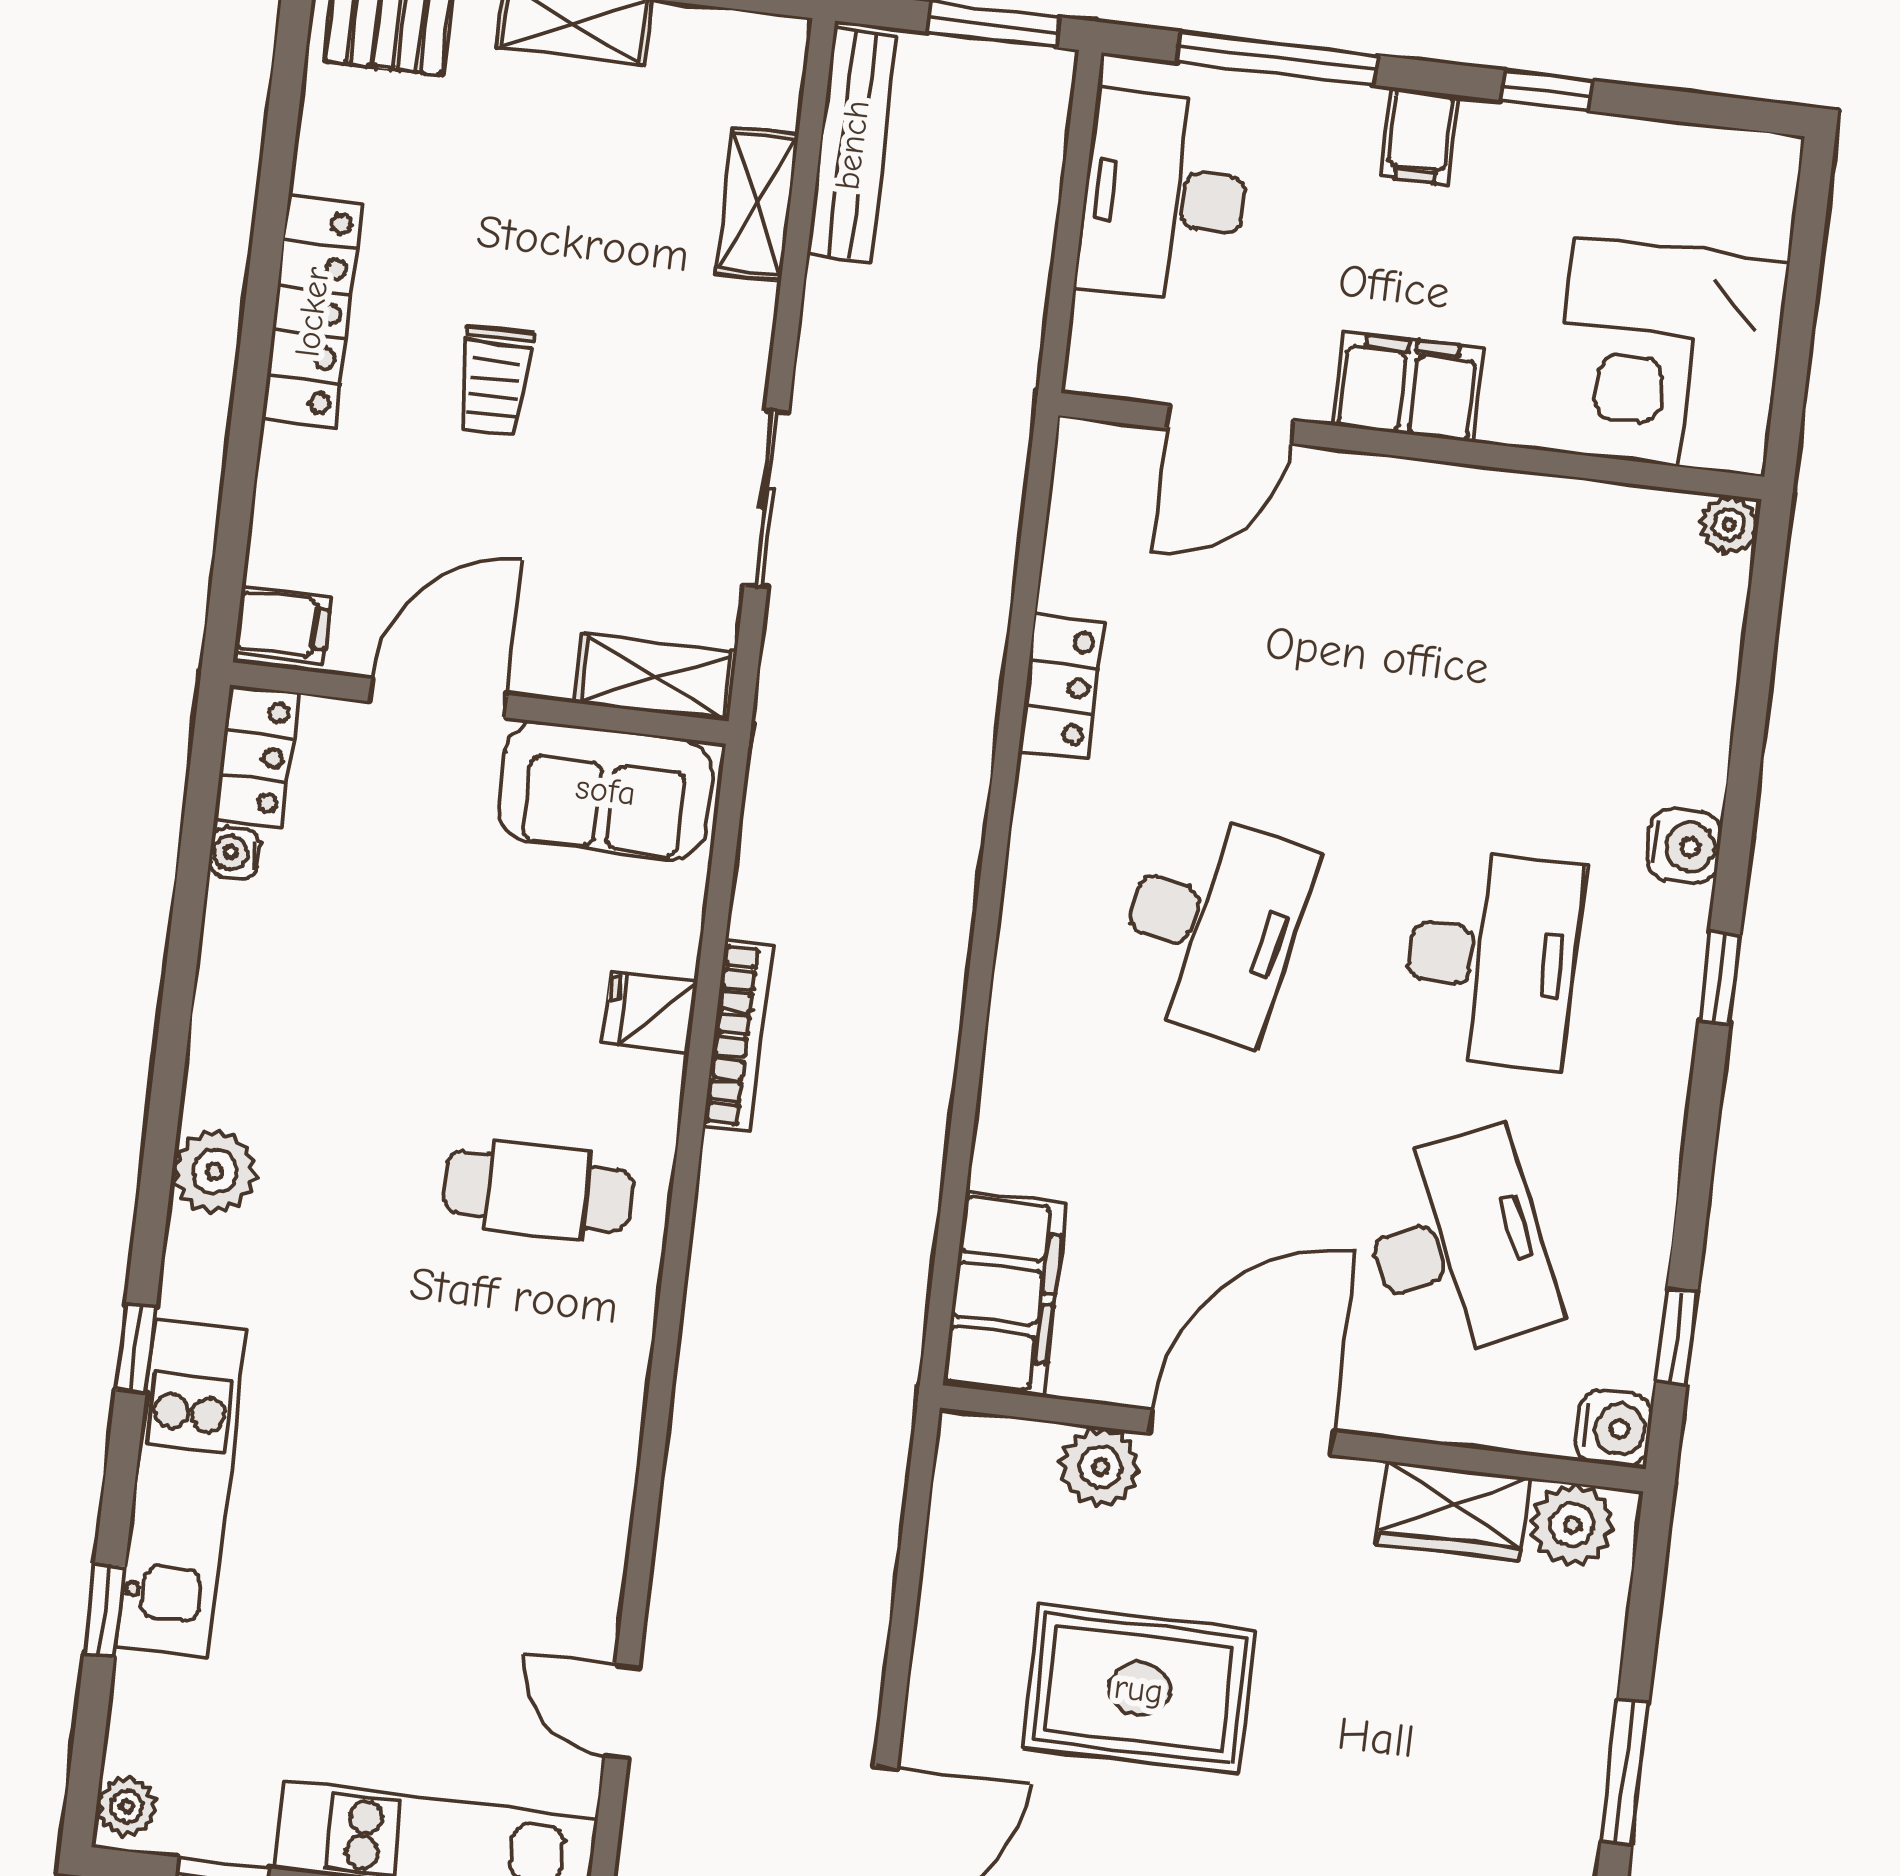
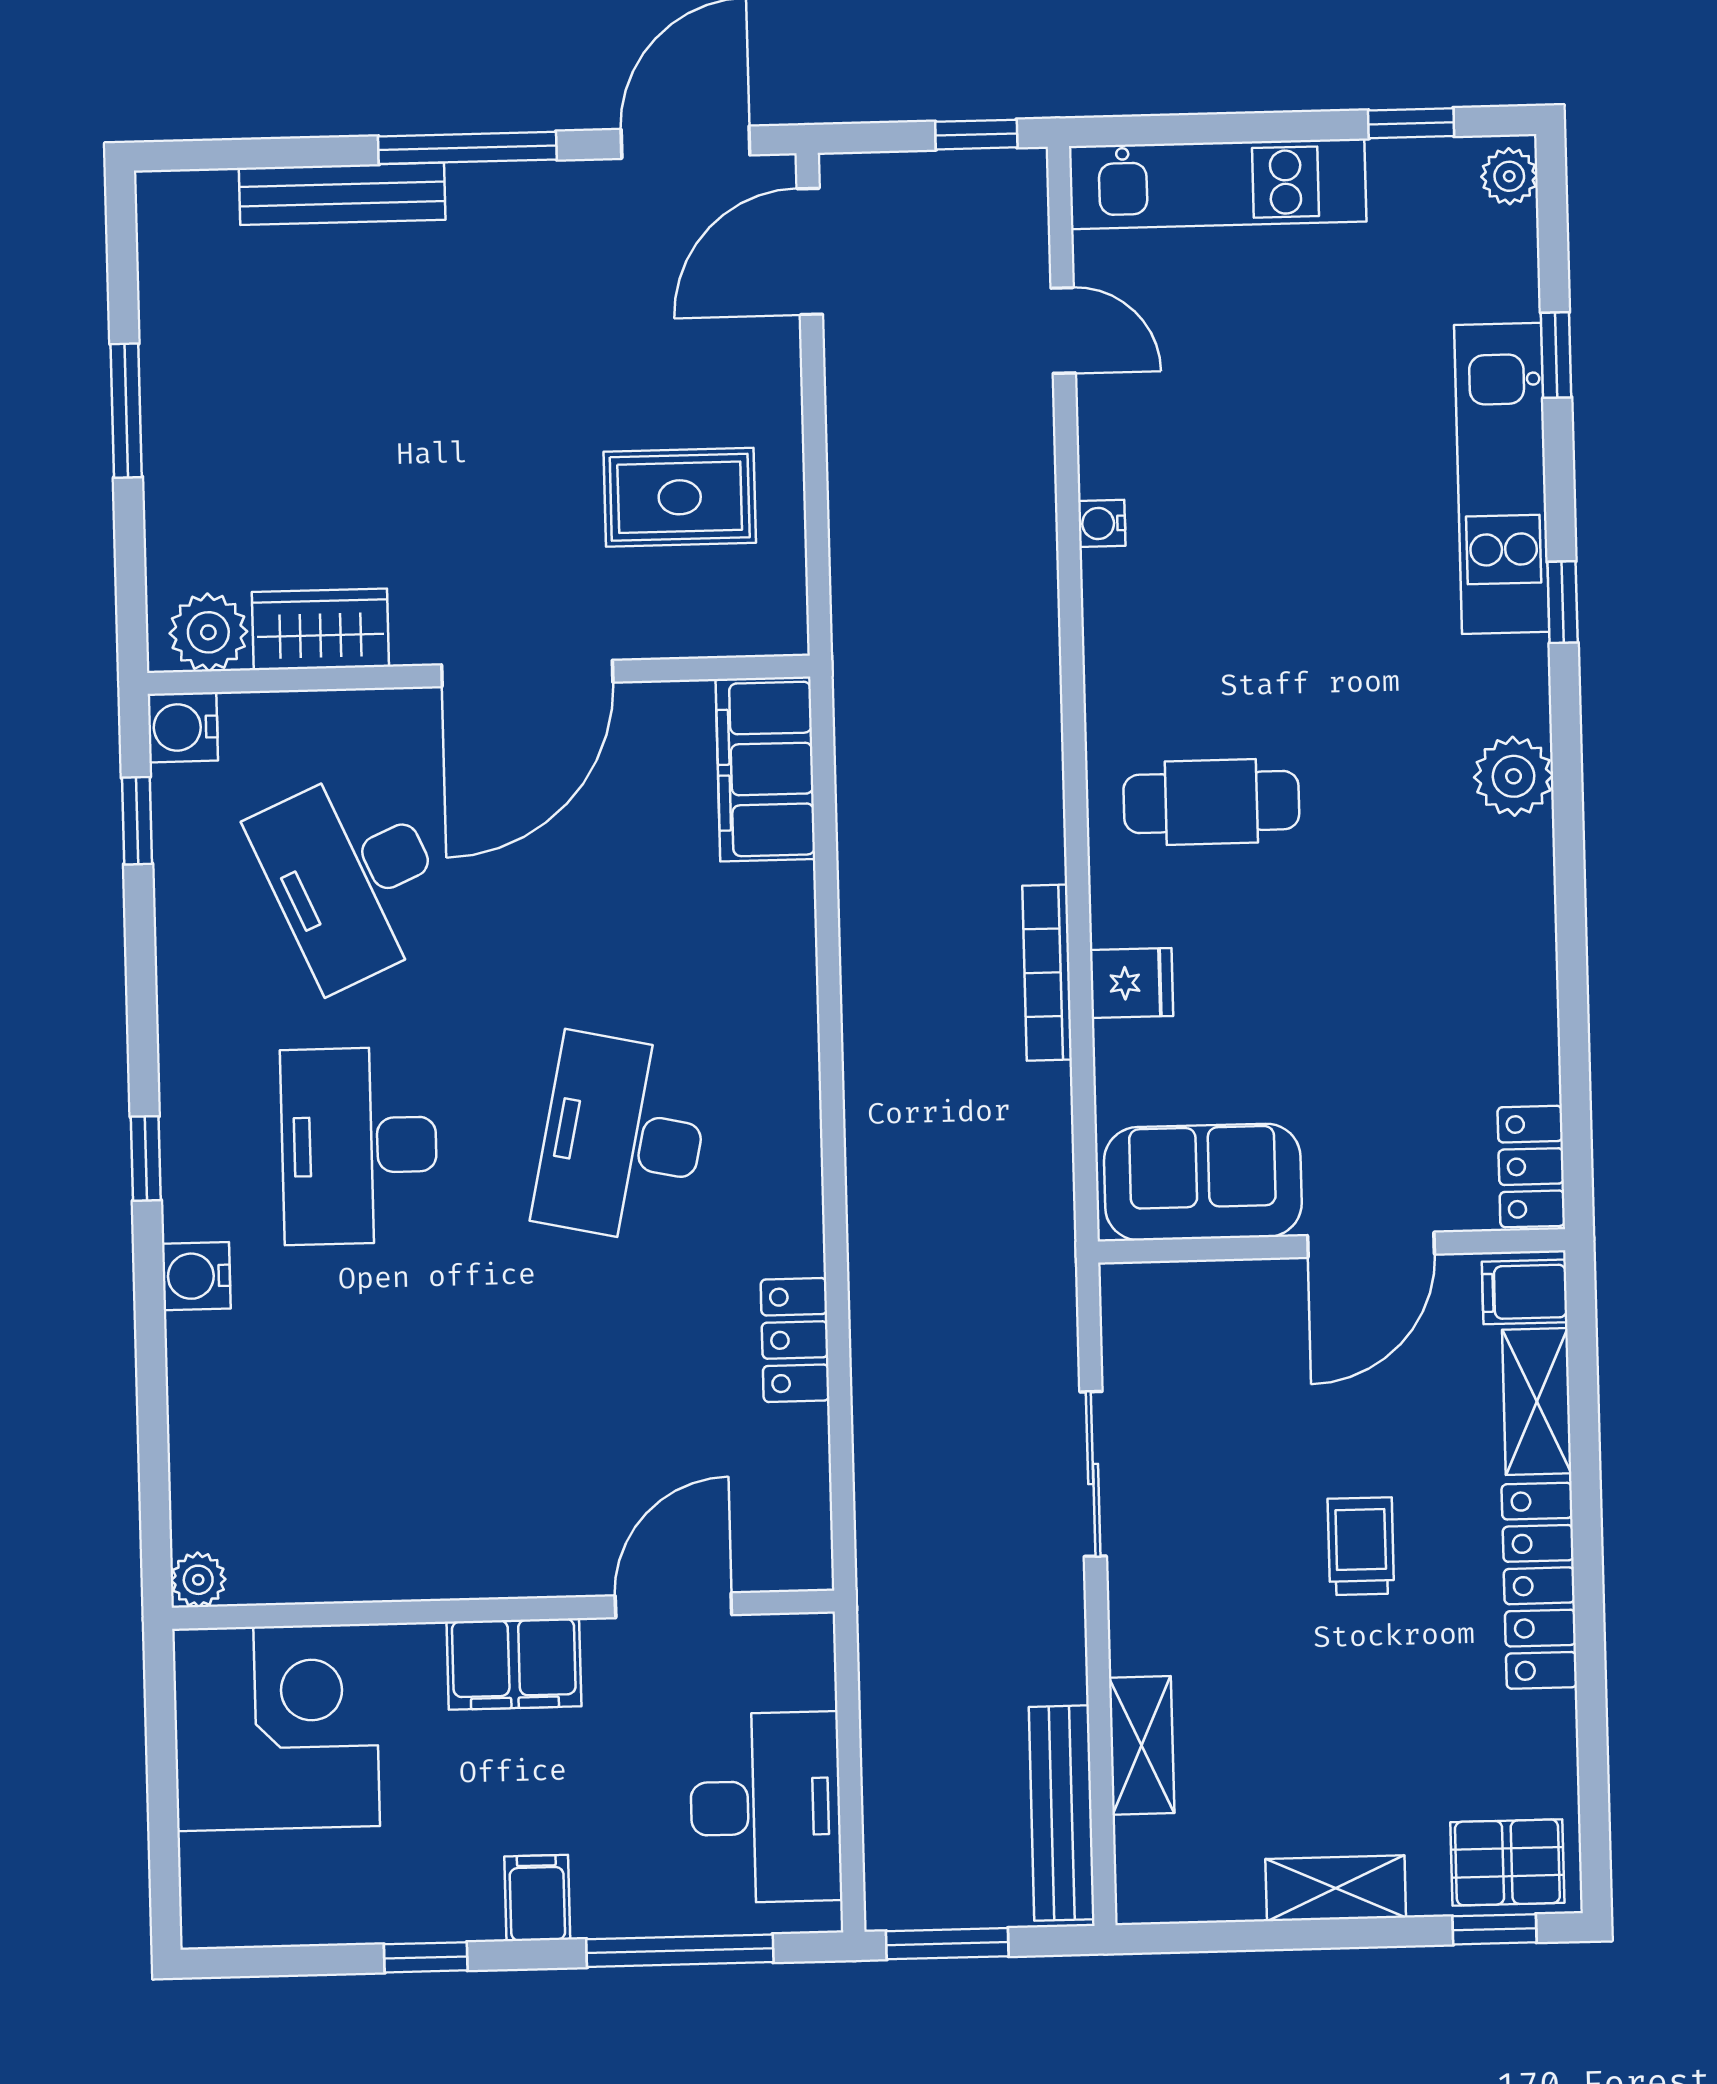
shelving: (656, 678) -> (1537, 1402), moved, turned 90
water cooler: (235, 853) -> (1102, 523), moved, turned 180
plant: (1100, 1467) -> (653, 622), removed
rug: (1139, 1689) -> (680, 497), moved, width x0.73, depth x0.70

